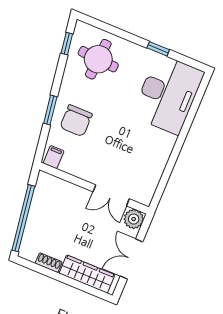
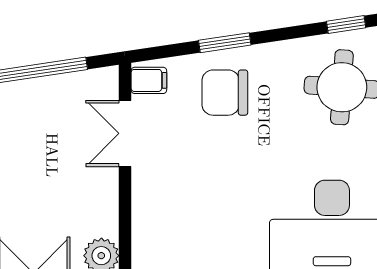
double door: (111, 195) -> (125, 133), moved

